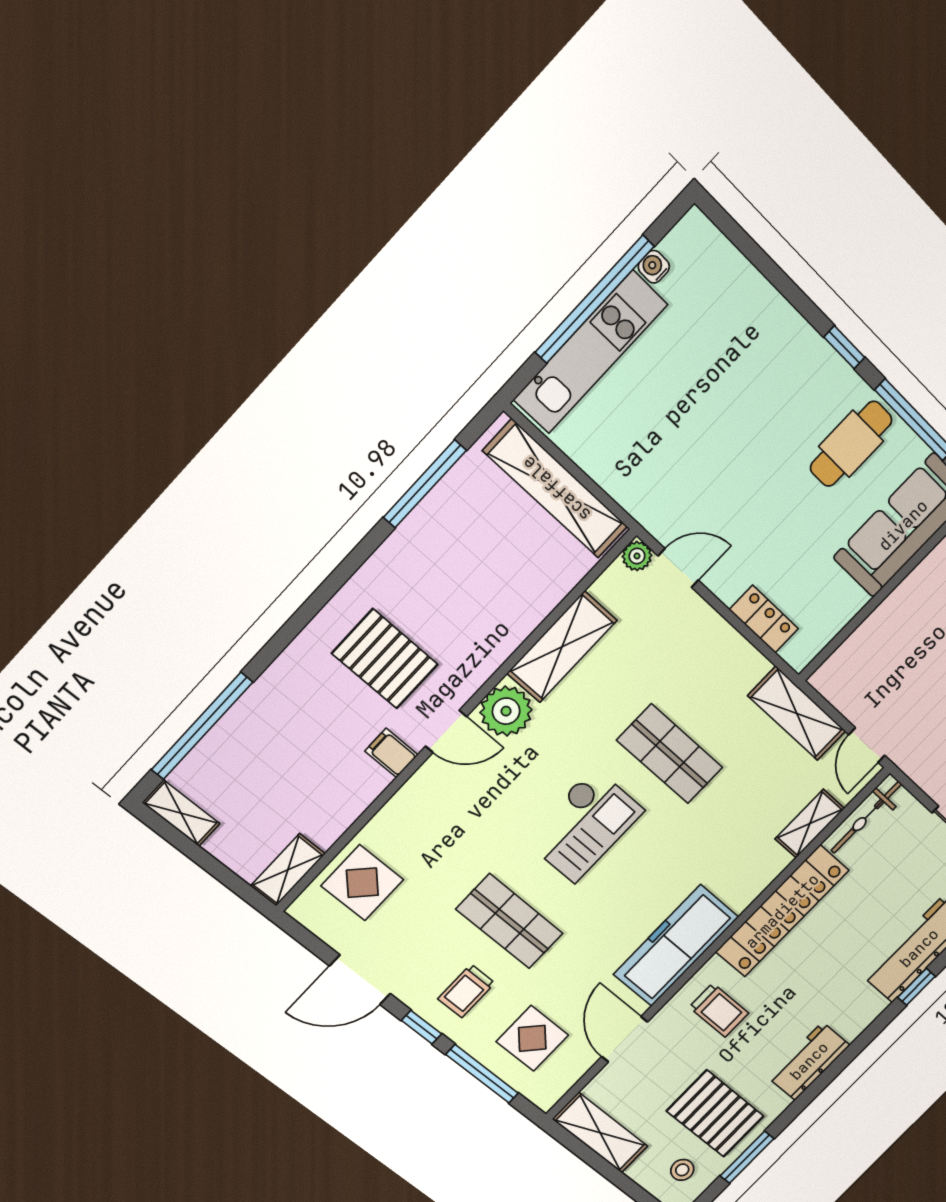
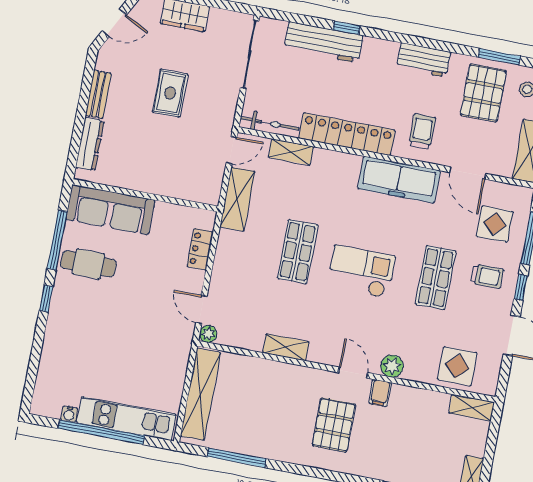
shelving: (562, 647) -> (286, 347), width x0.67, depth x0.75
plant: (506, 711) -> (392, 366), moved, width x0.73, depth x0.73
door: (625, 1039) -> (468, 173), hinge flipped

